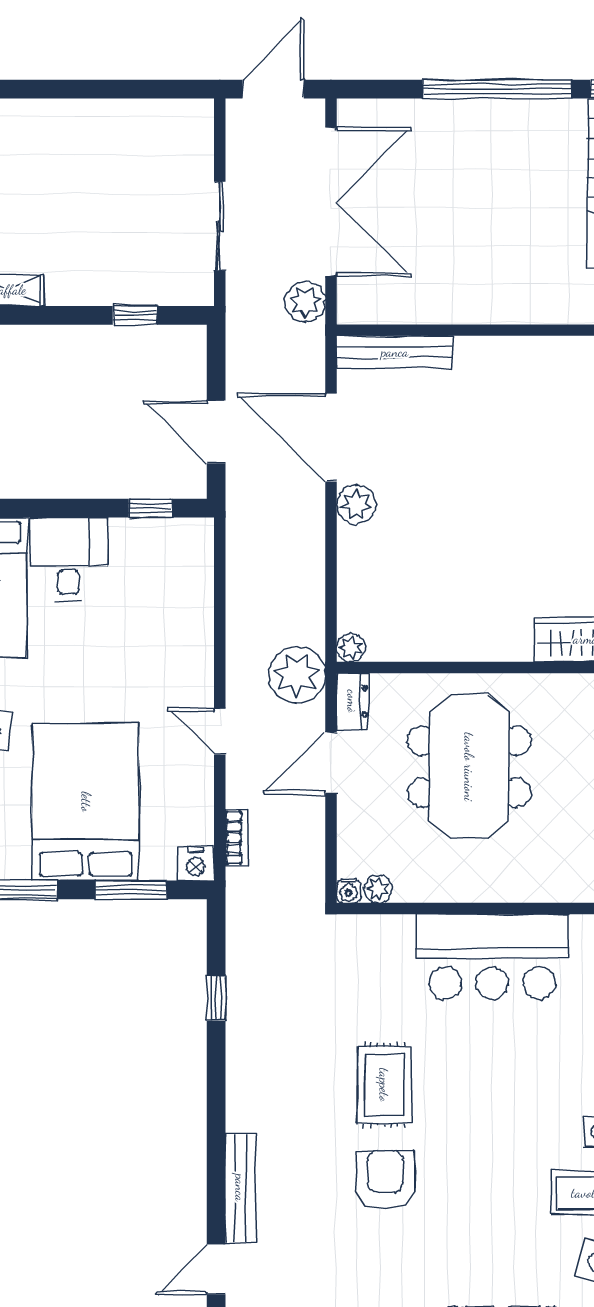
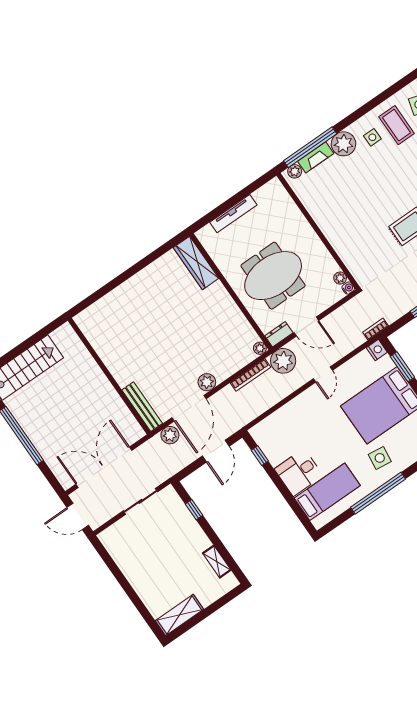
plant: (305, 302) -> (170, 435), moved
bookcase: (313, 595) -> (250, 375), added
bookcase: (237, 838) -> (376, 329), moved
bar counter: (492, 957) -> (336, 220), removed

